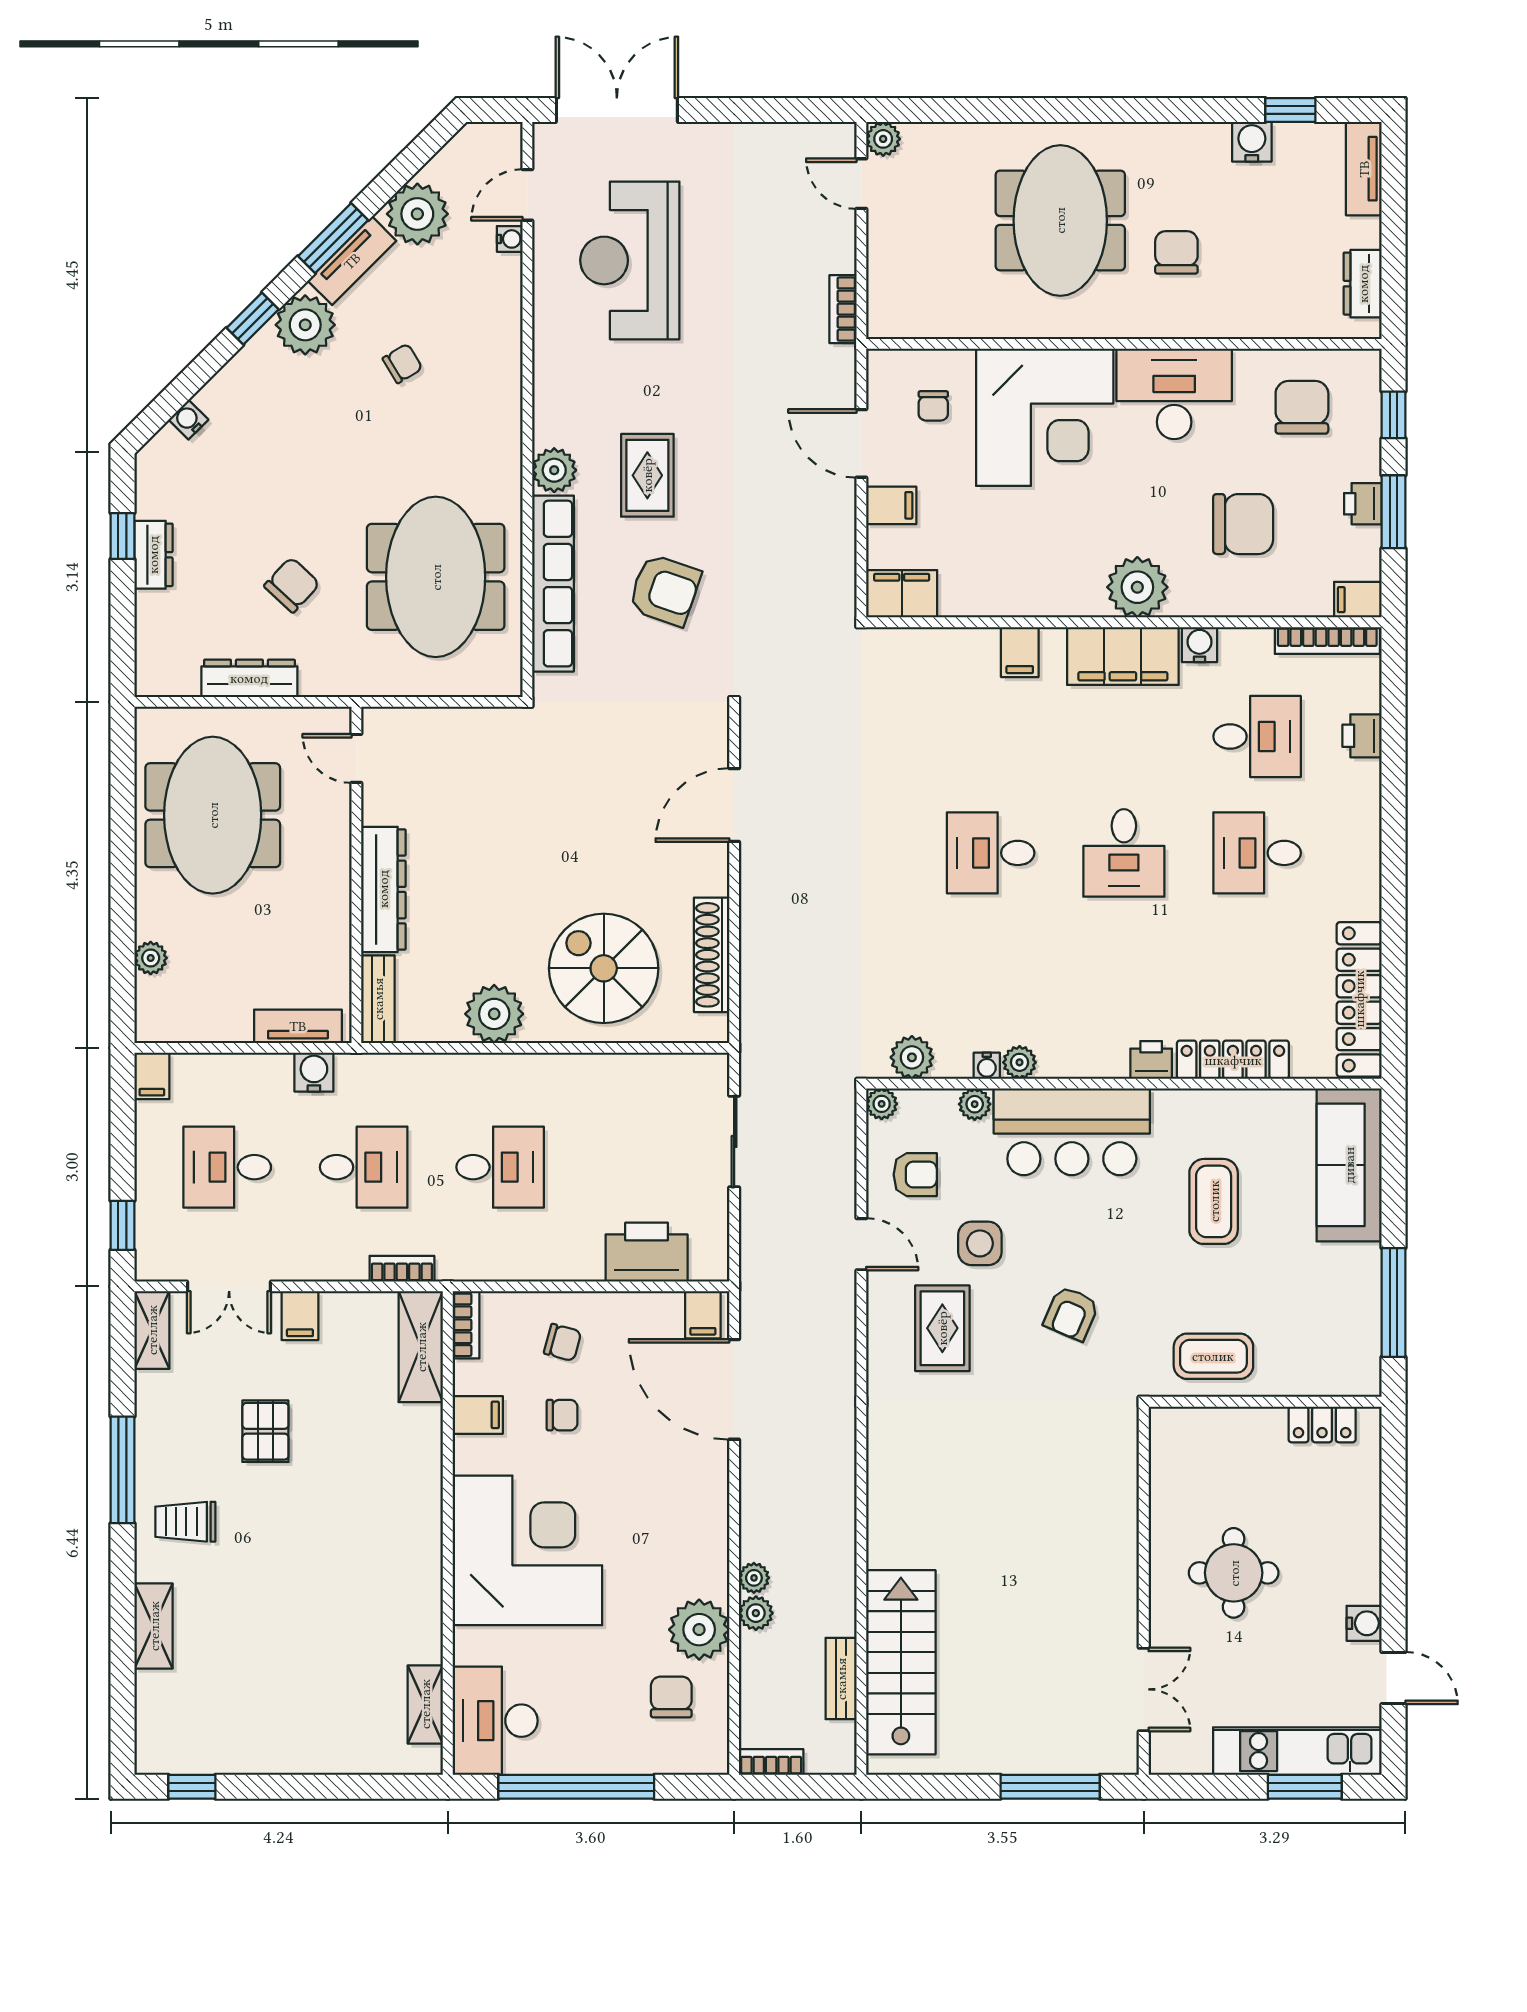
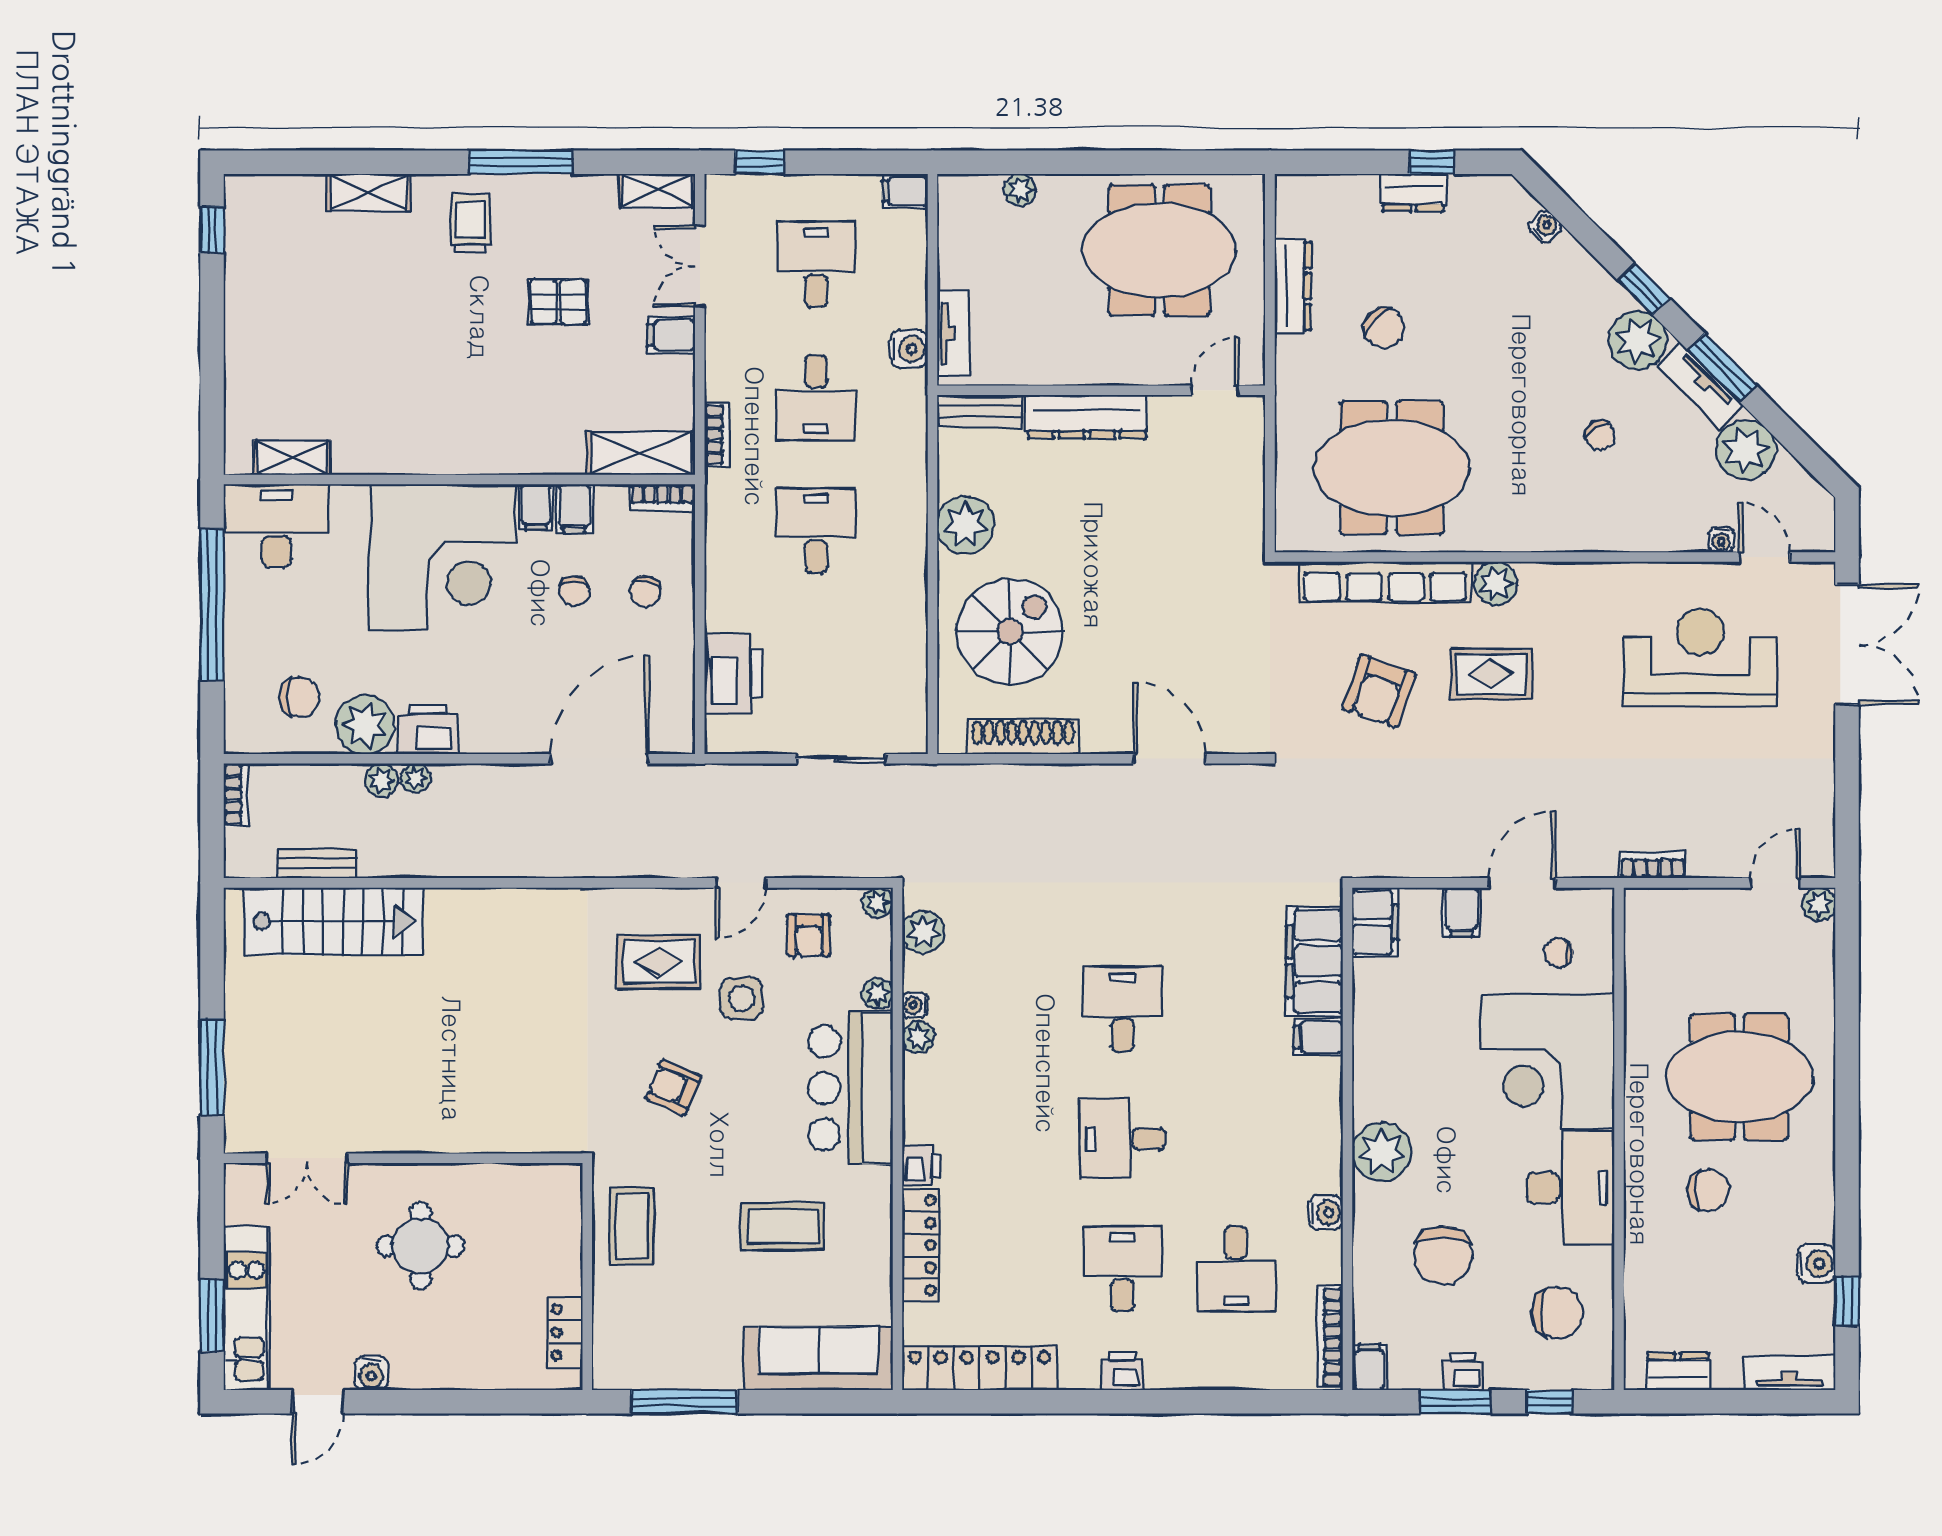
filing cabinet: (1123, 656) -> (1315, 961), moved
printer: (1362, 736) -> (1122, 1371), moved
desk: (500, 1167) -> (816, 531), turned 180
filing cabinet: (703, 1315) -> (536, 507), moved, turned -90
printer: (704, 1565) -> (428, 729), added

